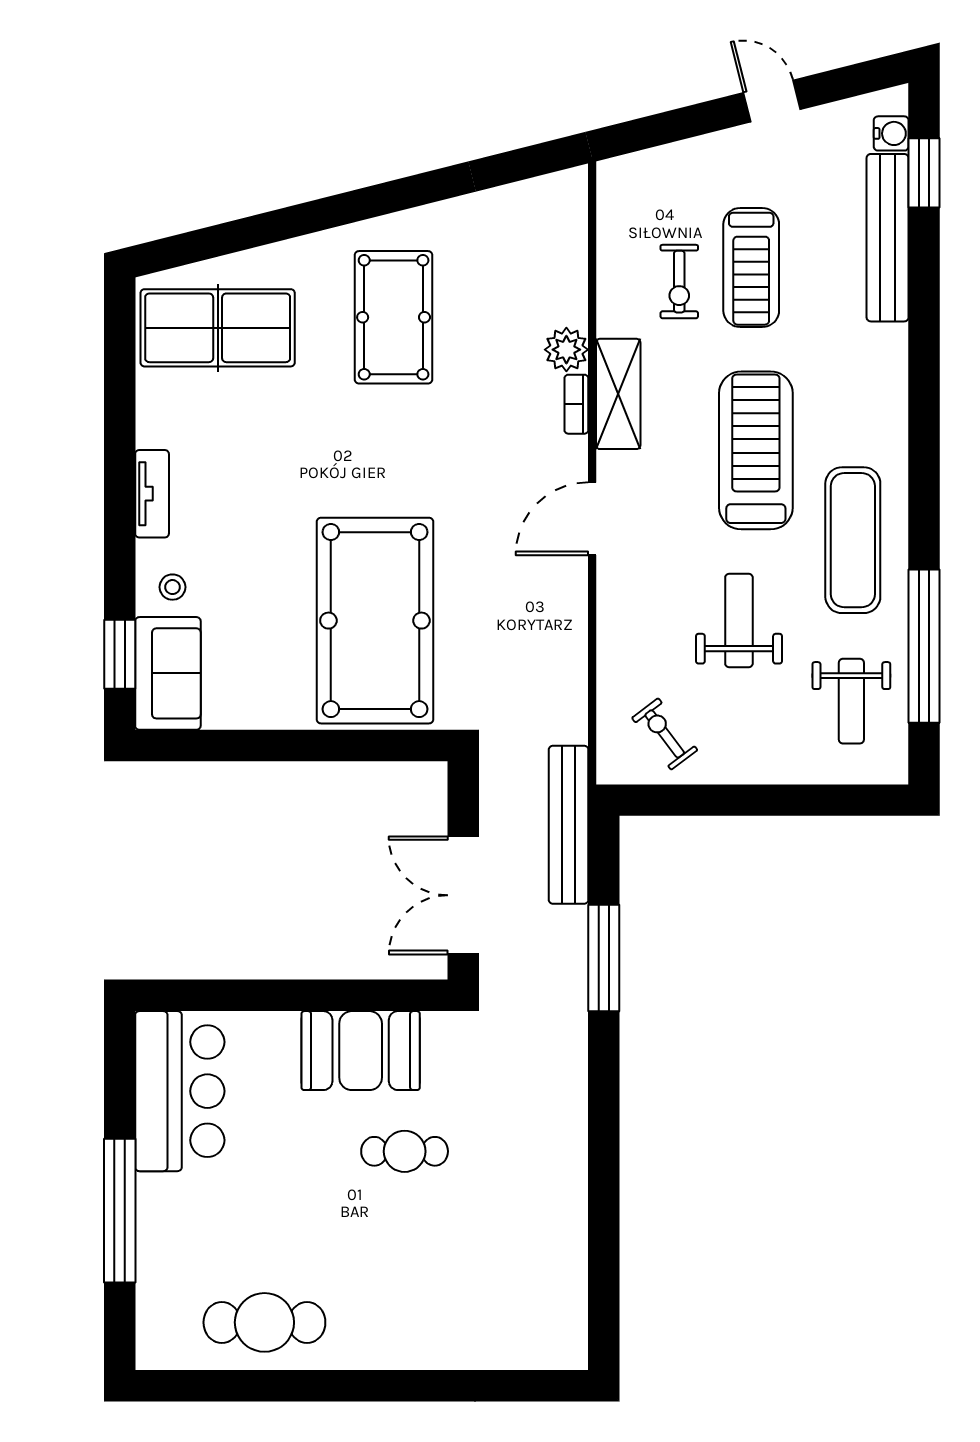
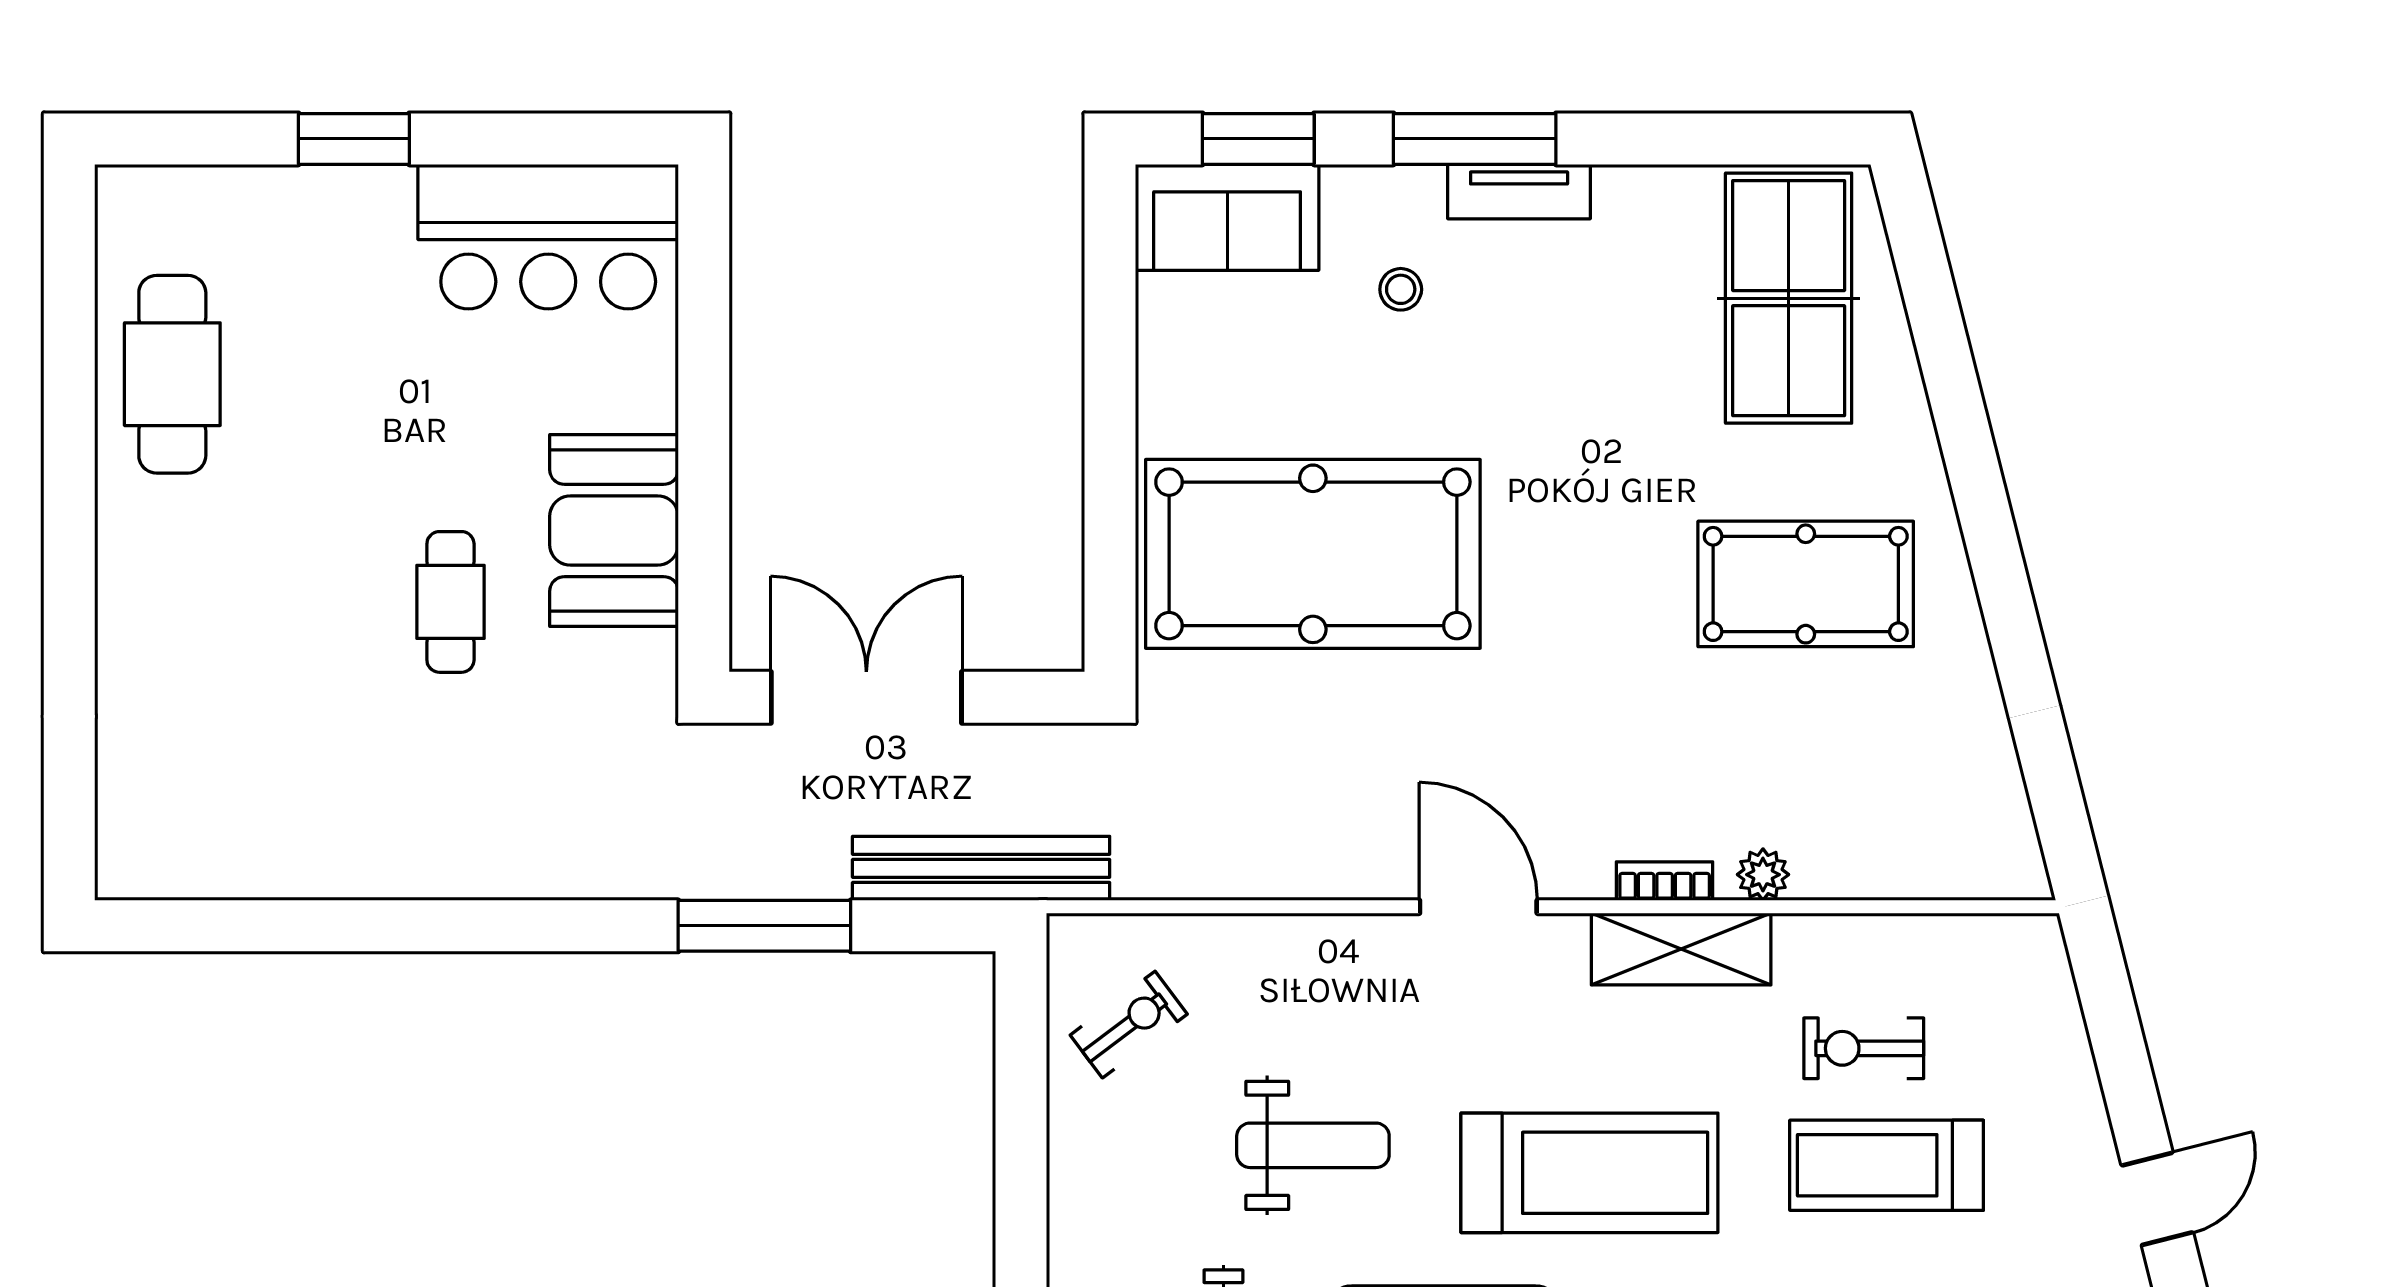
plant: (566, 350) -> (1763, 875), width x0.73, depth x0.73
window: (120, 521) -> (1475, 139), added
stool: (172, 587) -> (1401, 289), moved
window: (120, 1211) -> (354, 139), width x0.47

